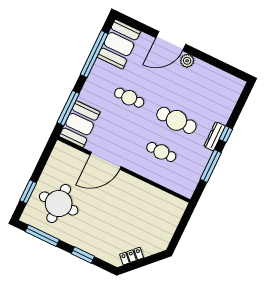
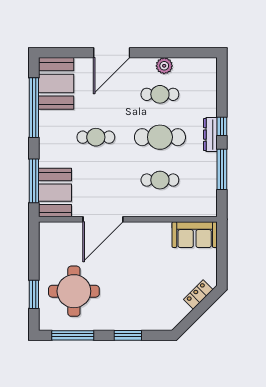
plant: (187, 61) -> (164, 66), moved
cafe table: (192, 89) -> (160, 94), added
sofa: (168, 204) -> (195, 235), added
locker: (132, 256) -> (198, 294), moved

